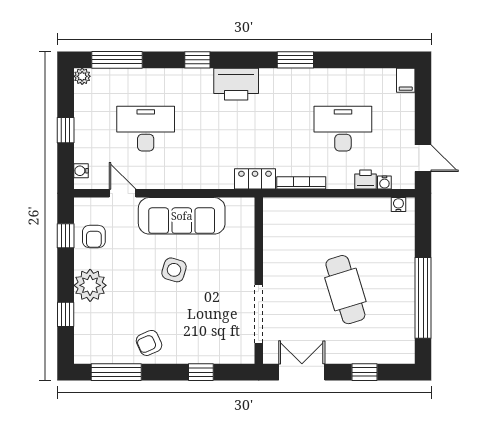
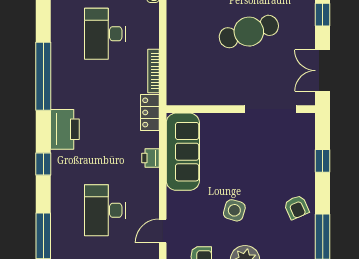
window: (295, 60) -> (43, 76), width x2.11
printer: (366, 180) -> (150, 158), moved
sofa: (182, 216) -> (183, 152), moved
side table: (174, 270) -> (234, 210), moved

